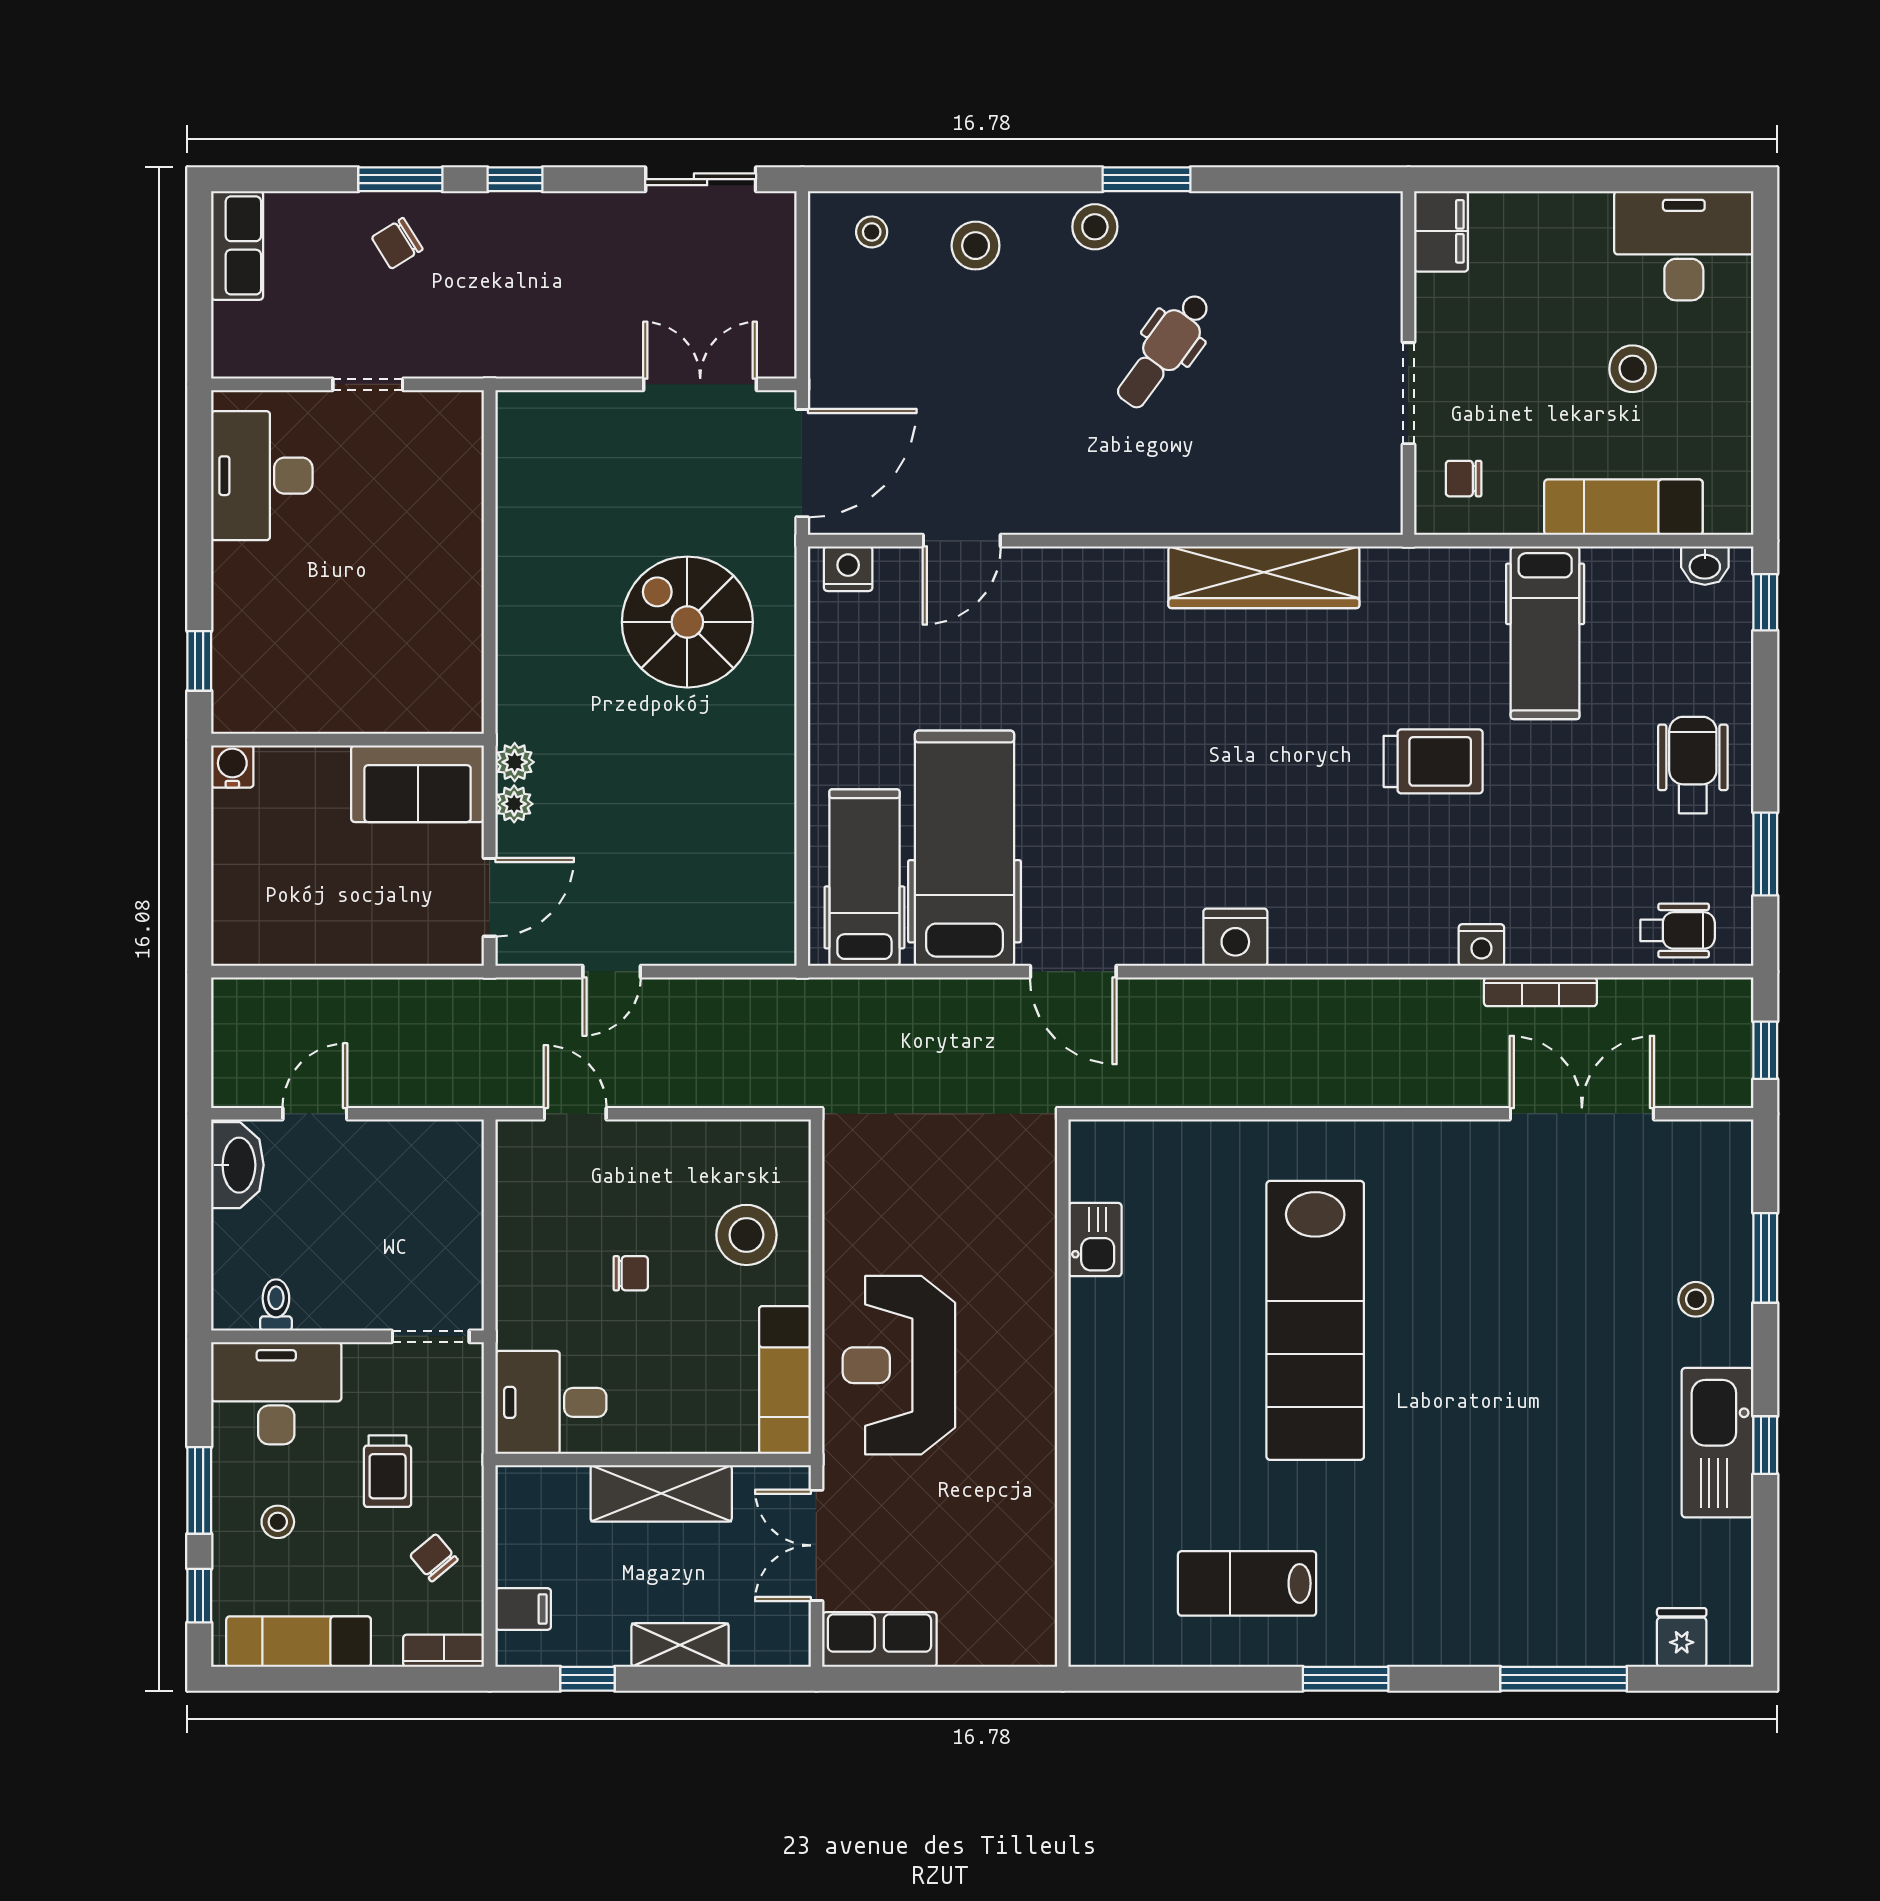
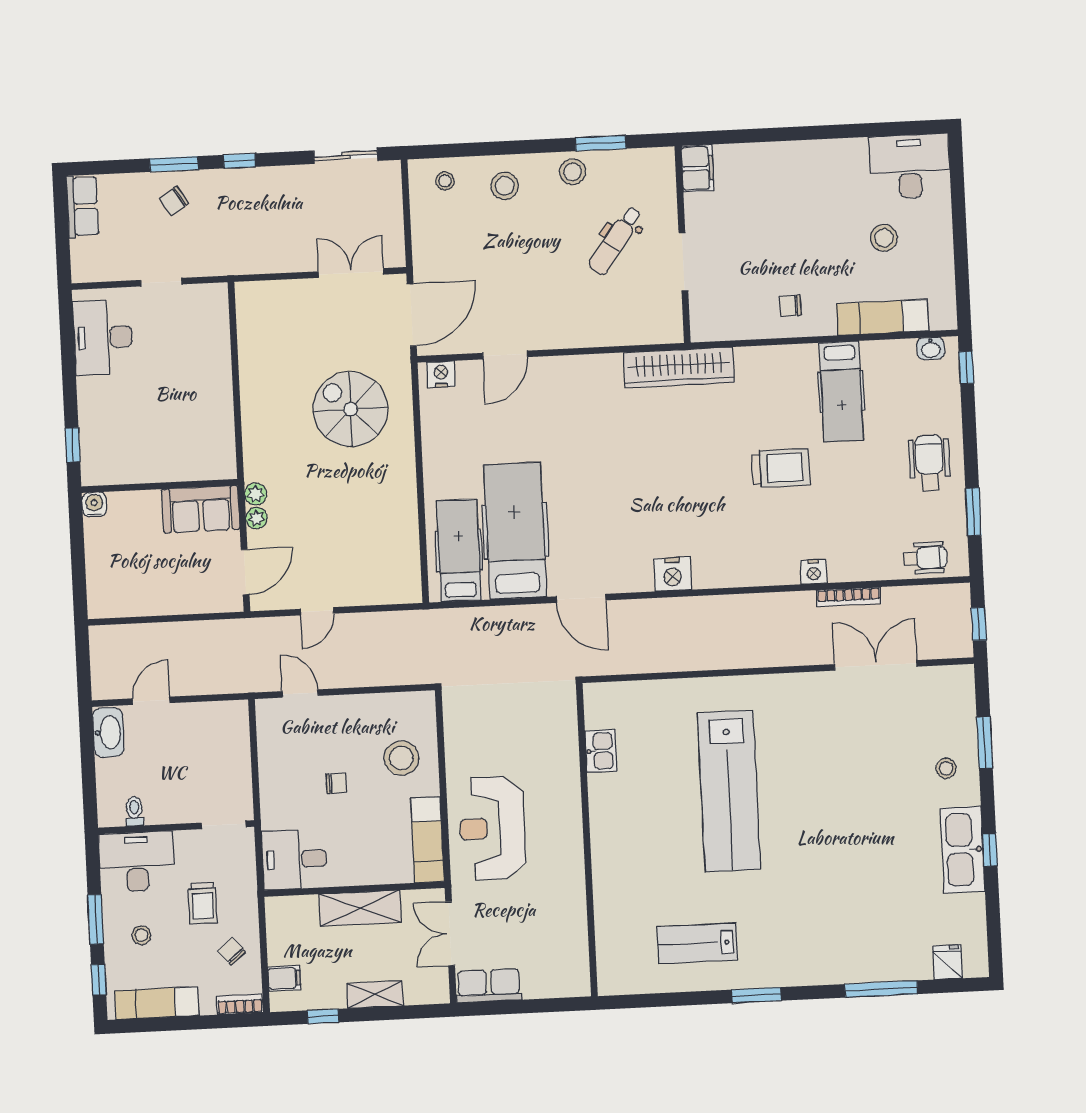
filing cabinet: (1441, 231) -> (697, 168), moved
wall: (1409, 363) -> (683, 244), moved
doorway: (1409, 393) -> (683, 262), moved

